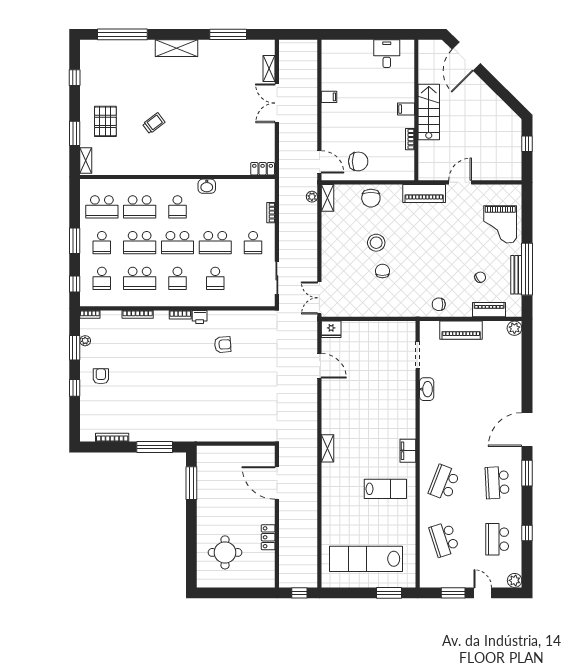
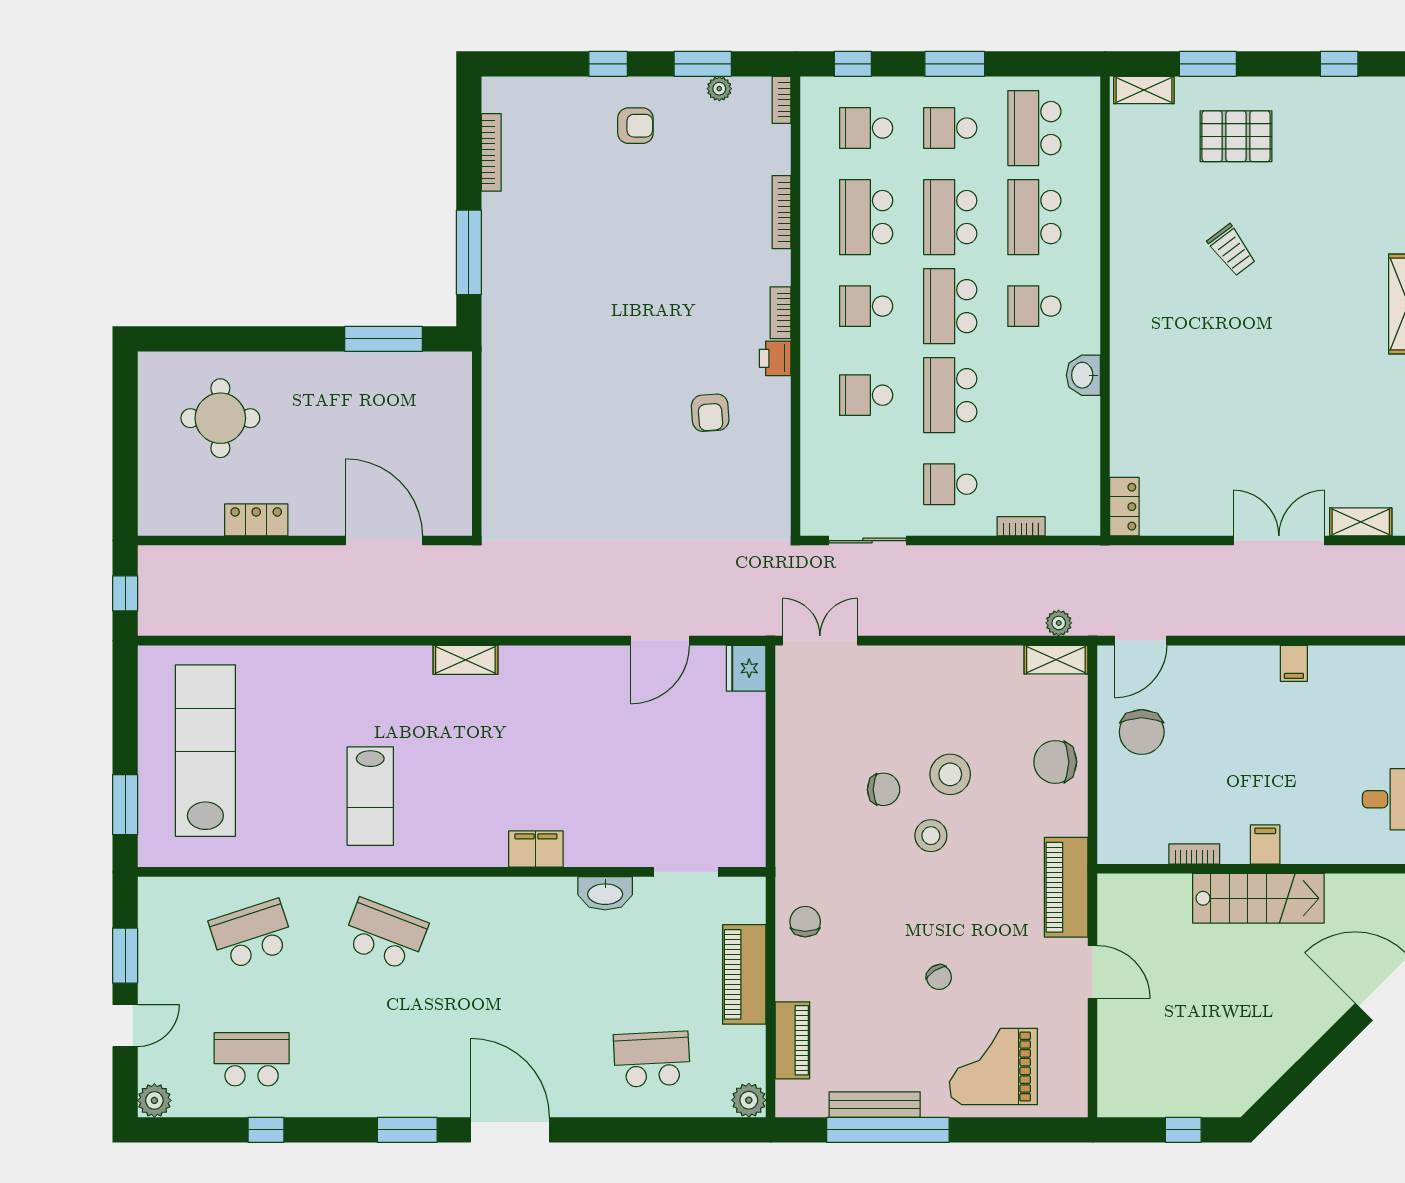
stool: (402, 251) -> (931, 836), added
chair: (480, 277) -> (939, 977), moved
filing cabinet: (408, 451) -> (536, 849), moved
door: (277, 483) -> (384, 541), hinge flipped
school desk: (497, 483) -> (652, 1059), moved

